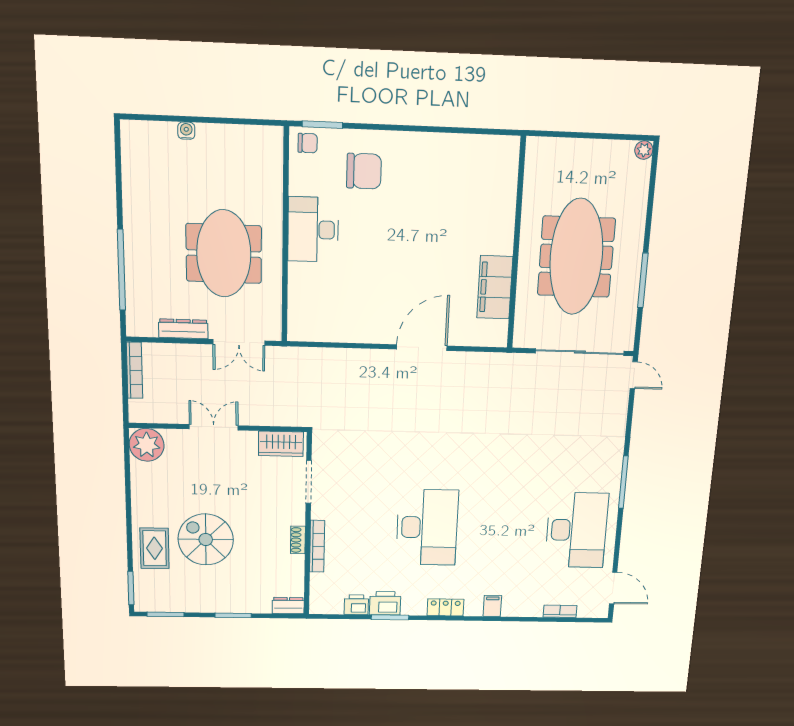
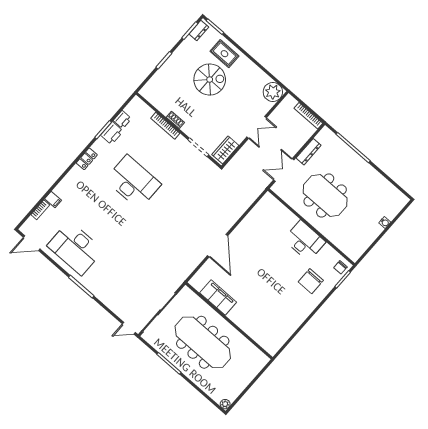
desk: (427, 527) -> (133, 182), turned 180
dresser: (288, 606) -> (199, 31), moved
filing cabinet: (492, 606) -> (53, 200), moved

